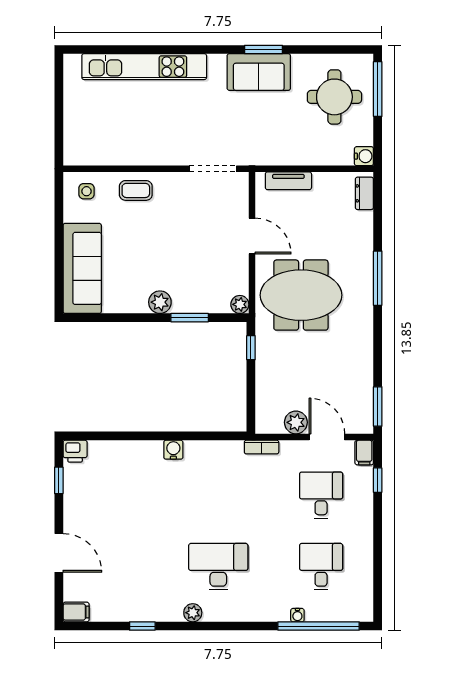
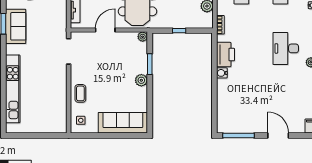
window: (251, 348) -> (179, 31), moved
printer: (75, 451) -> (225, 55), moved, width x1.87, depth x1.48
window: (59, 480) -> (239, 135), width x2.17
door: (59, 553) -> (278, 135), hinge flipped

